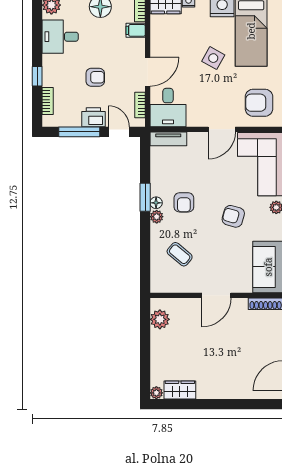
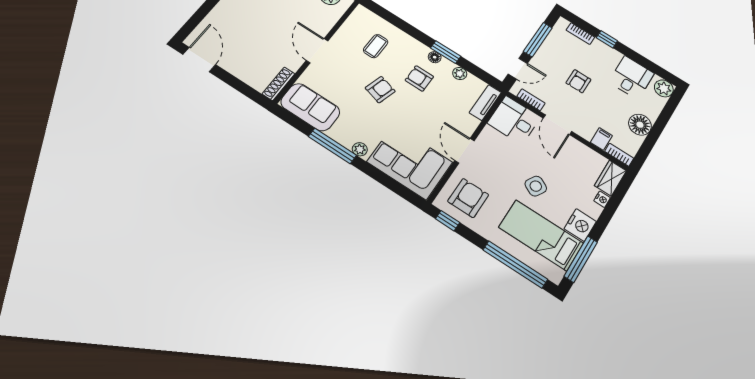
printer: (93, 117) -> (544, 58), removed
armchair: (233, 216) -> (380, 90), moved
plant: (157, 217) -> (460, 74), moved
coffee table: (180, 254) -> (376, 46), turned -39

